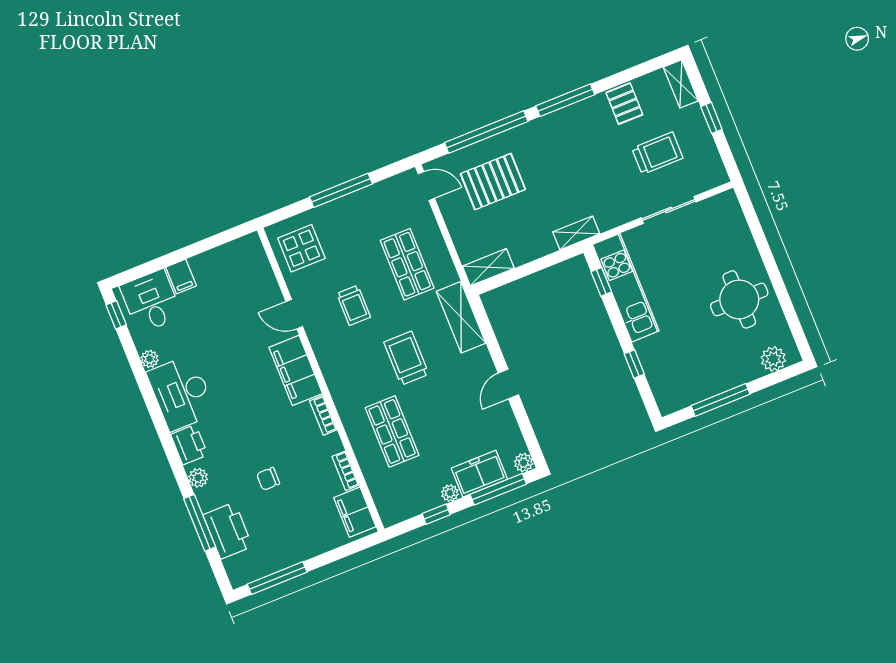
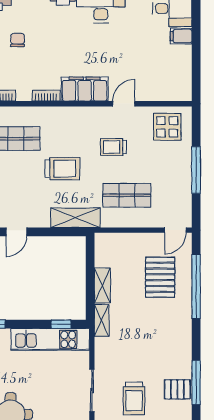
window: (565, 100) -> (196, 382), moved
shelving: (488, 267) -> (102, 285), moved
door: (508, 384) -> (16, 232), swing flipped

